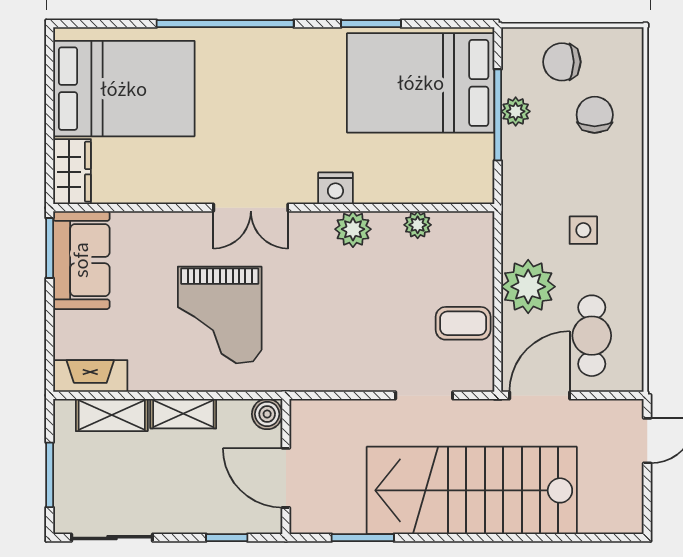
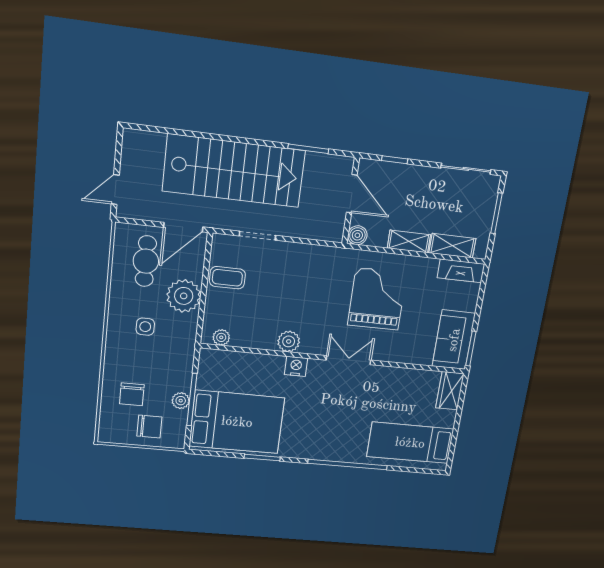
bed: (124, 89) -> (410, 443), width x0.67
plant: (418, 225) -> (221, 337), moved

